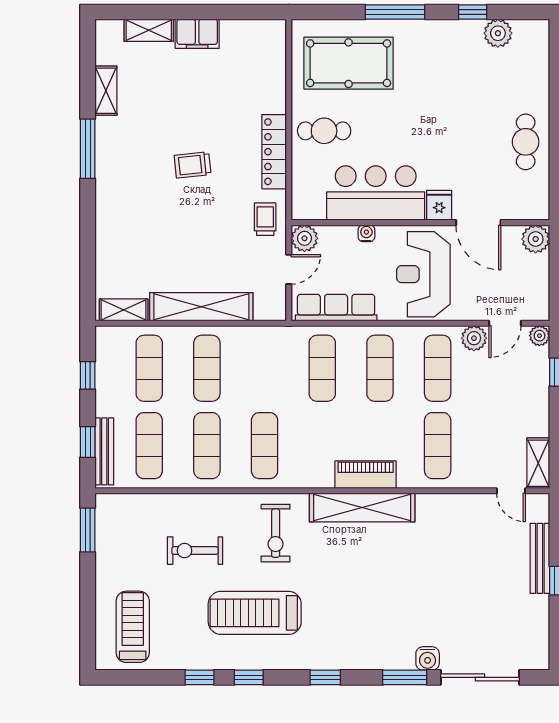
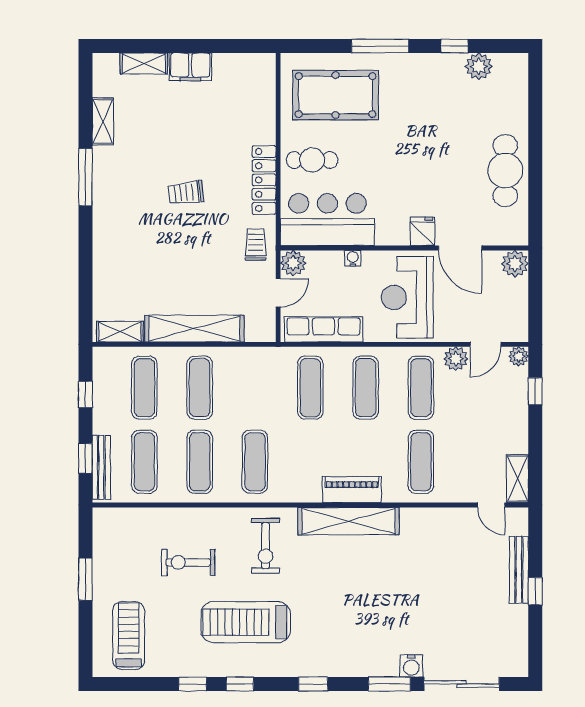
cafe table: (526, 142) -> (505, 171), width x1.37, depth x1.35
bar counter: (376, 193) -> (327, 220), moved
window: (88, 530) -> (85, 579), moved

